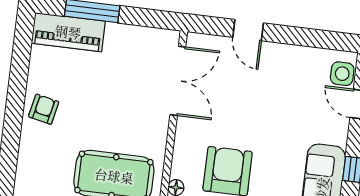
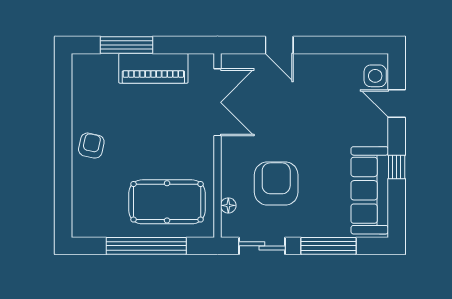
piano: (68, 32) -> (153, 68), moved

